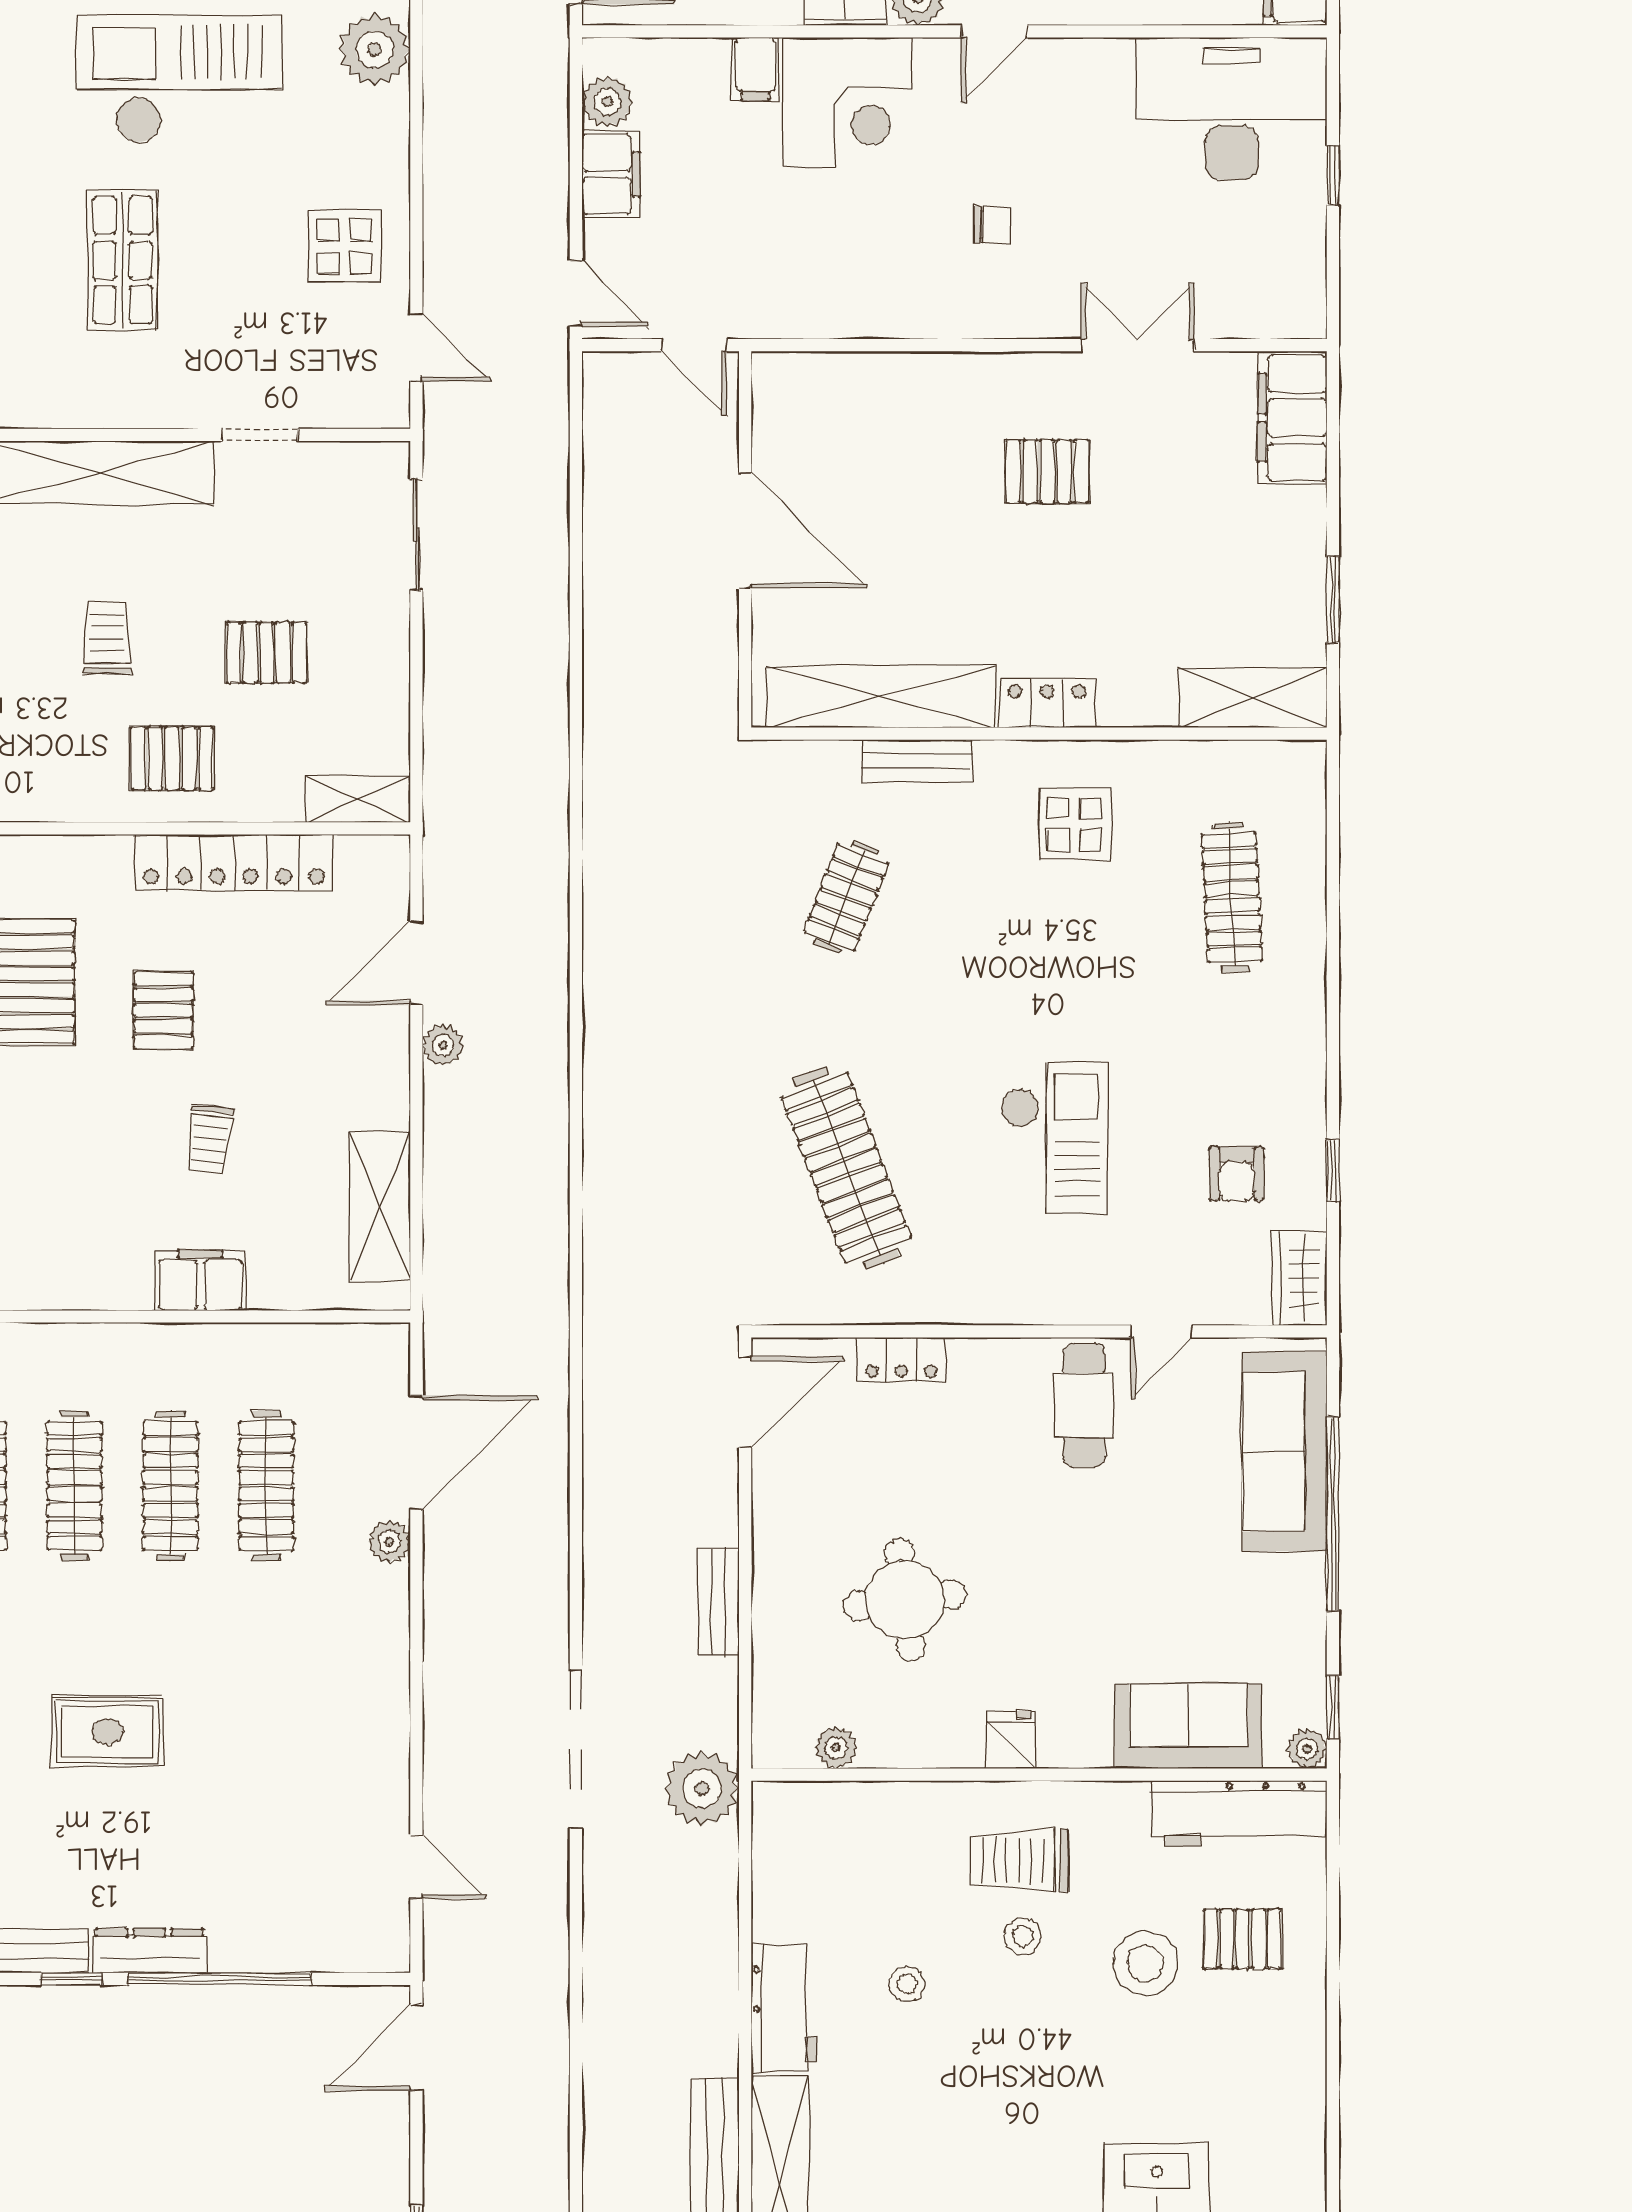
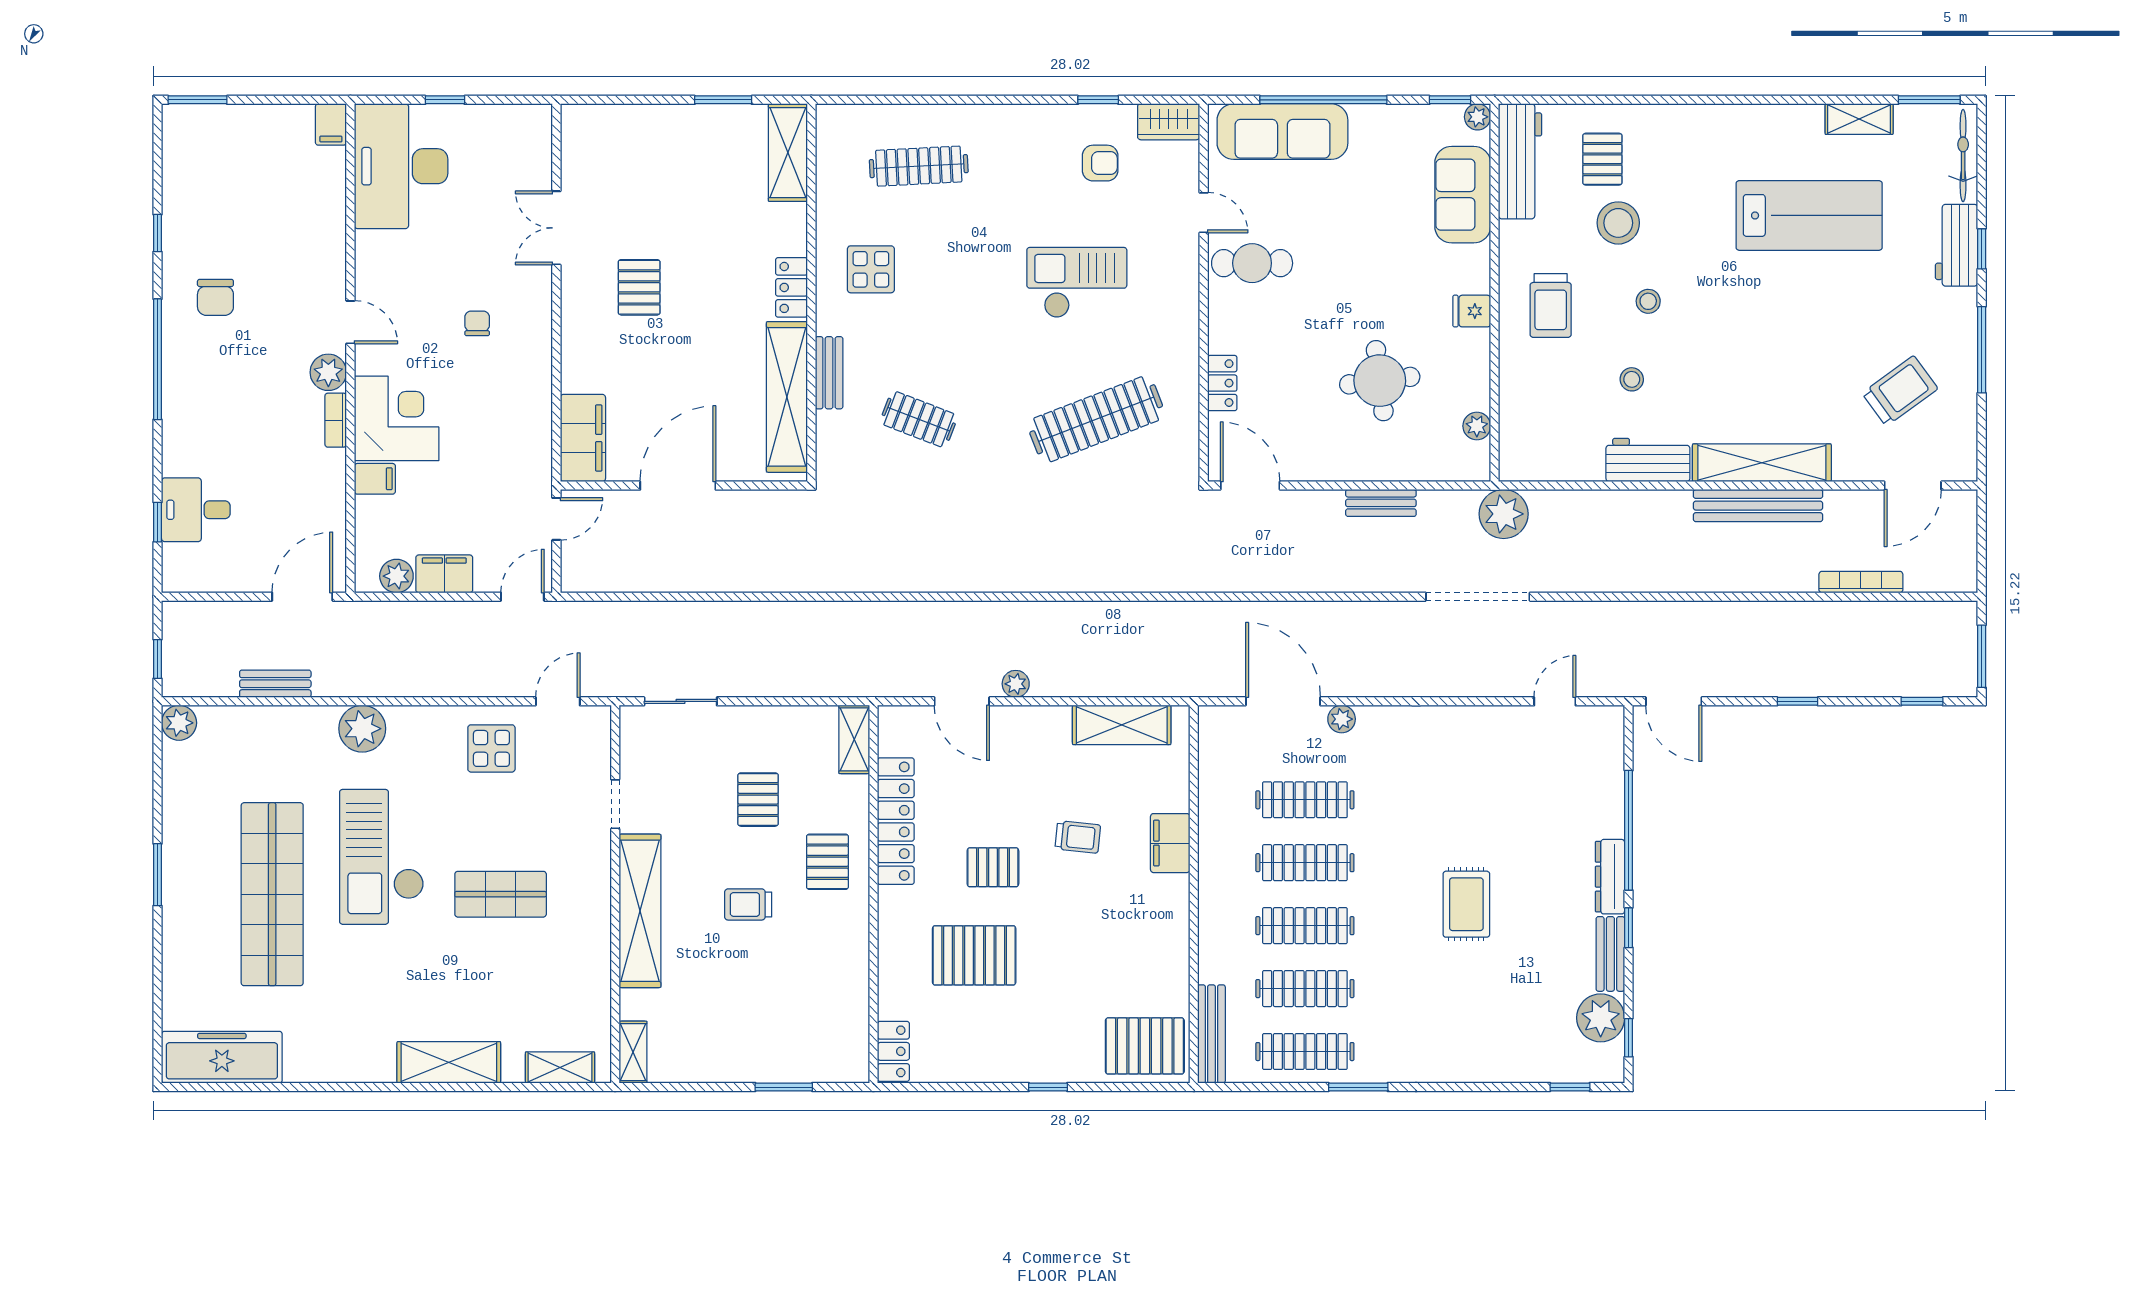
filing cabinet: (1292, 418) -> (583, 438), moved, turned -90
stool: (1023, 1936) -> (1648, 301), moved

